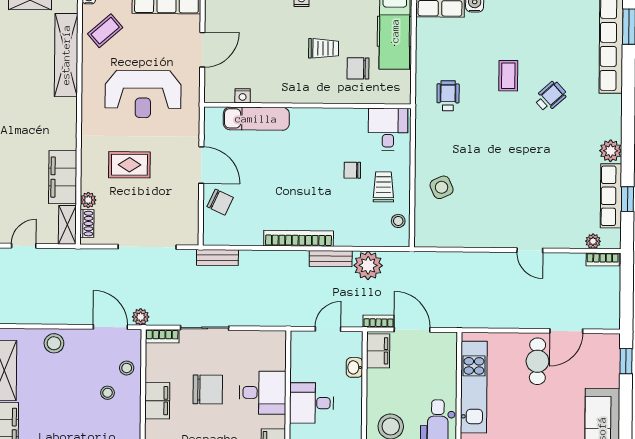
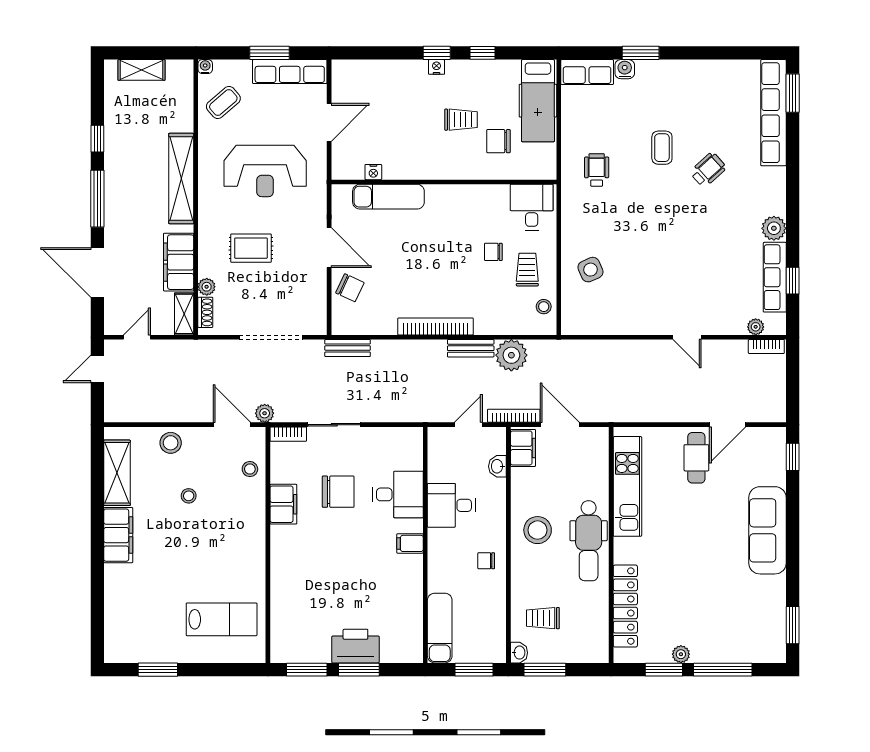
shelving: (66, 55) -> (181, 179), moved
bookcase: (379, 321) -> (514, 416), width x1.56
stool: (108, 393) -> (189, 496), moved

